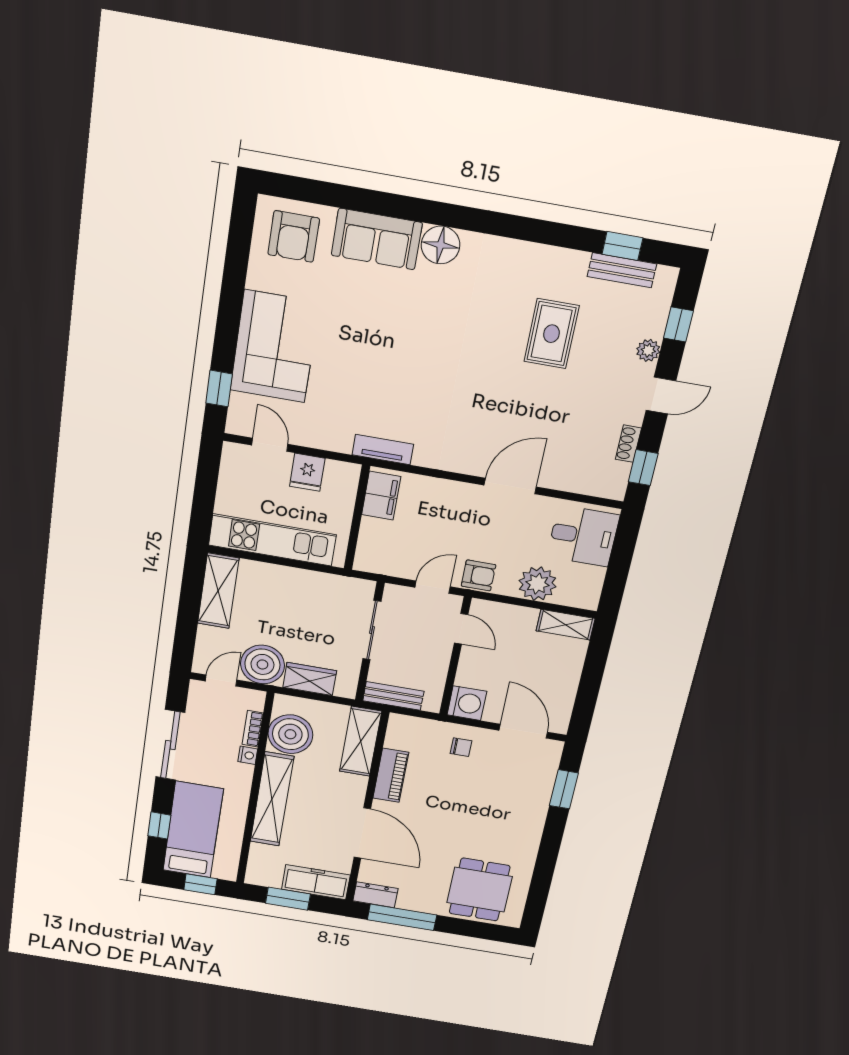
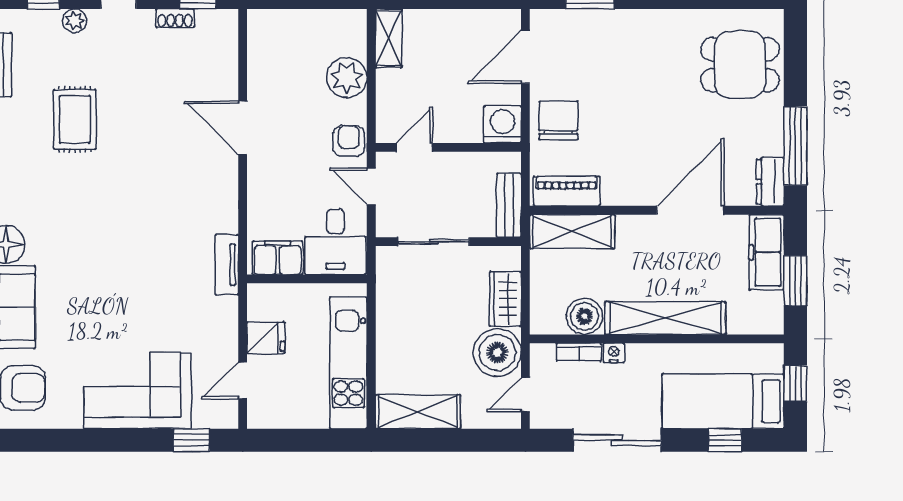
rug: (551, 334) -> (75, 119), turned 90
desk: (583, 536) -> (335, 242), moved, turned 180
door: (221, 681) -> (525, 395), hinge flipped
boiler: (290, 734) -> (585, 316), width x0.73, depth x0.73
chair: (461, 747) -> (558, 121), width x1.87, depth x1.87
piano: (391, 775) -> (567, 191), moved

